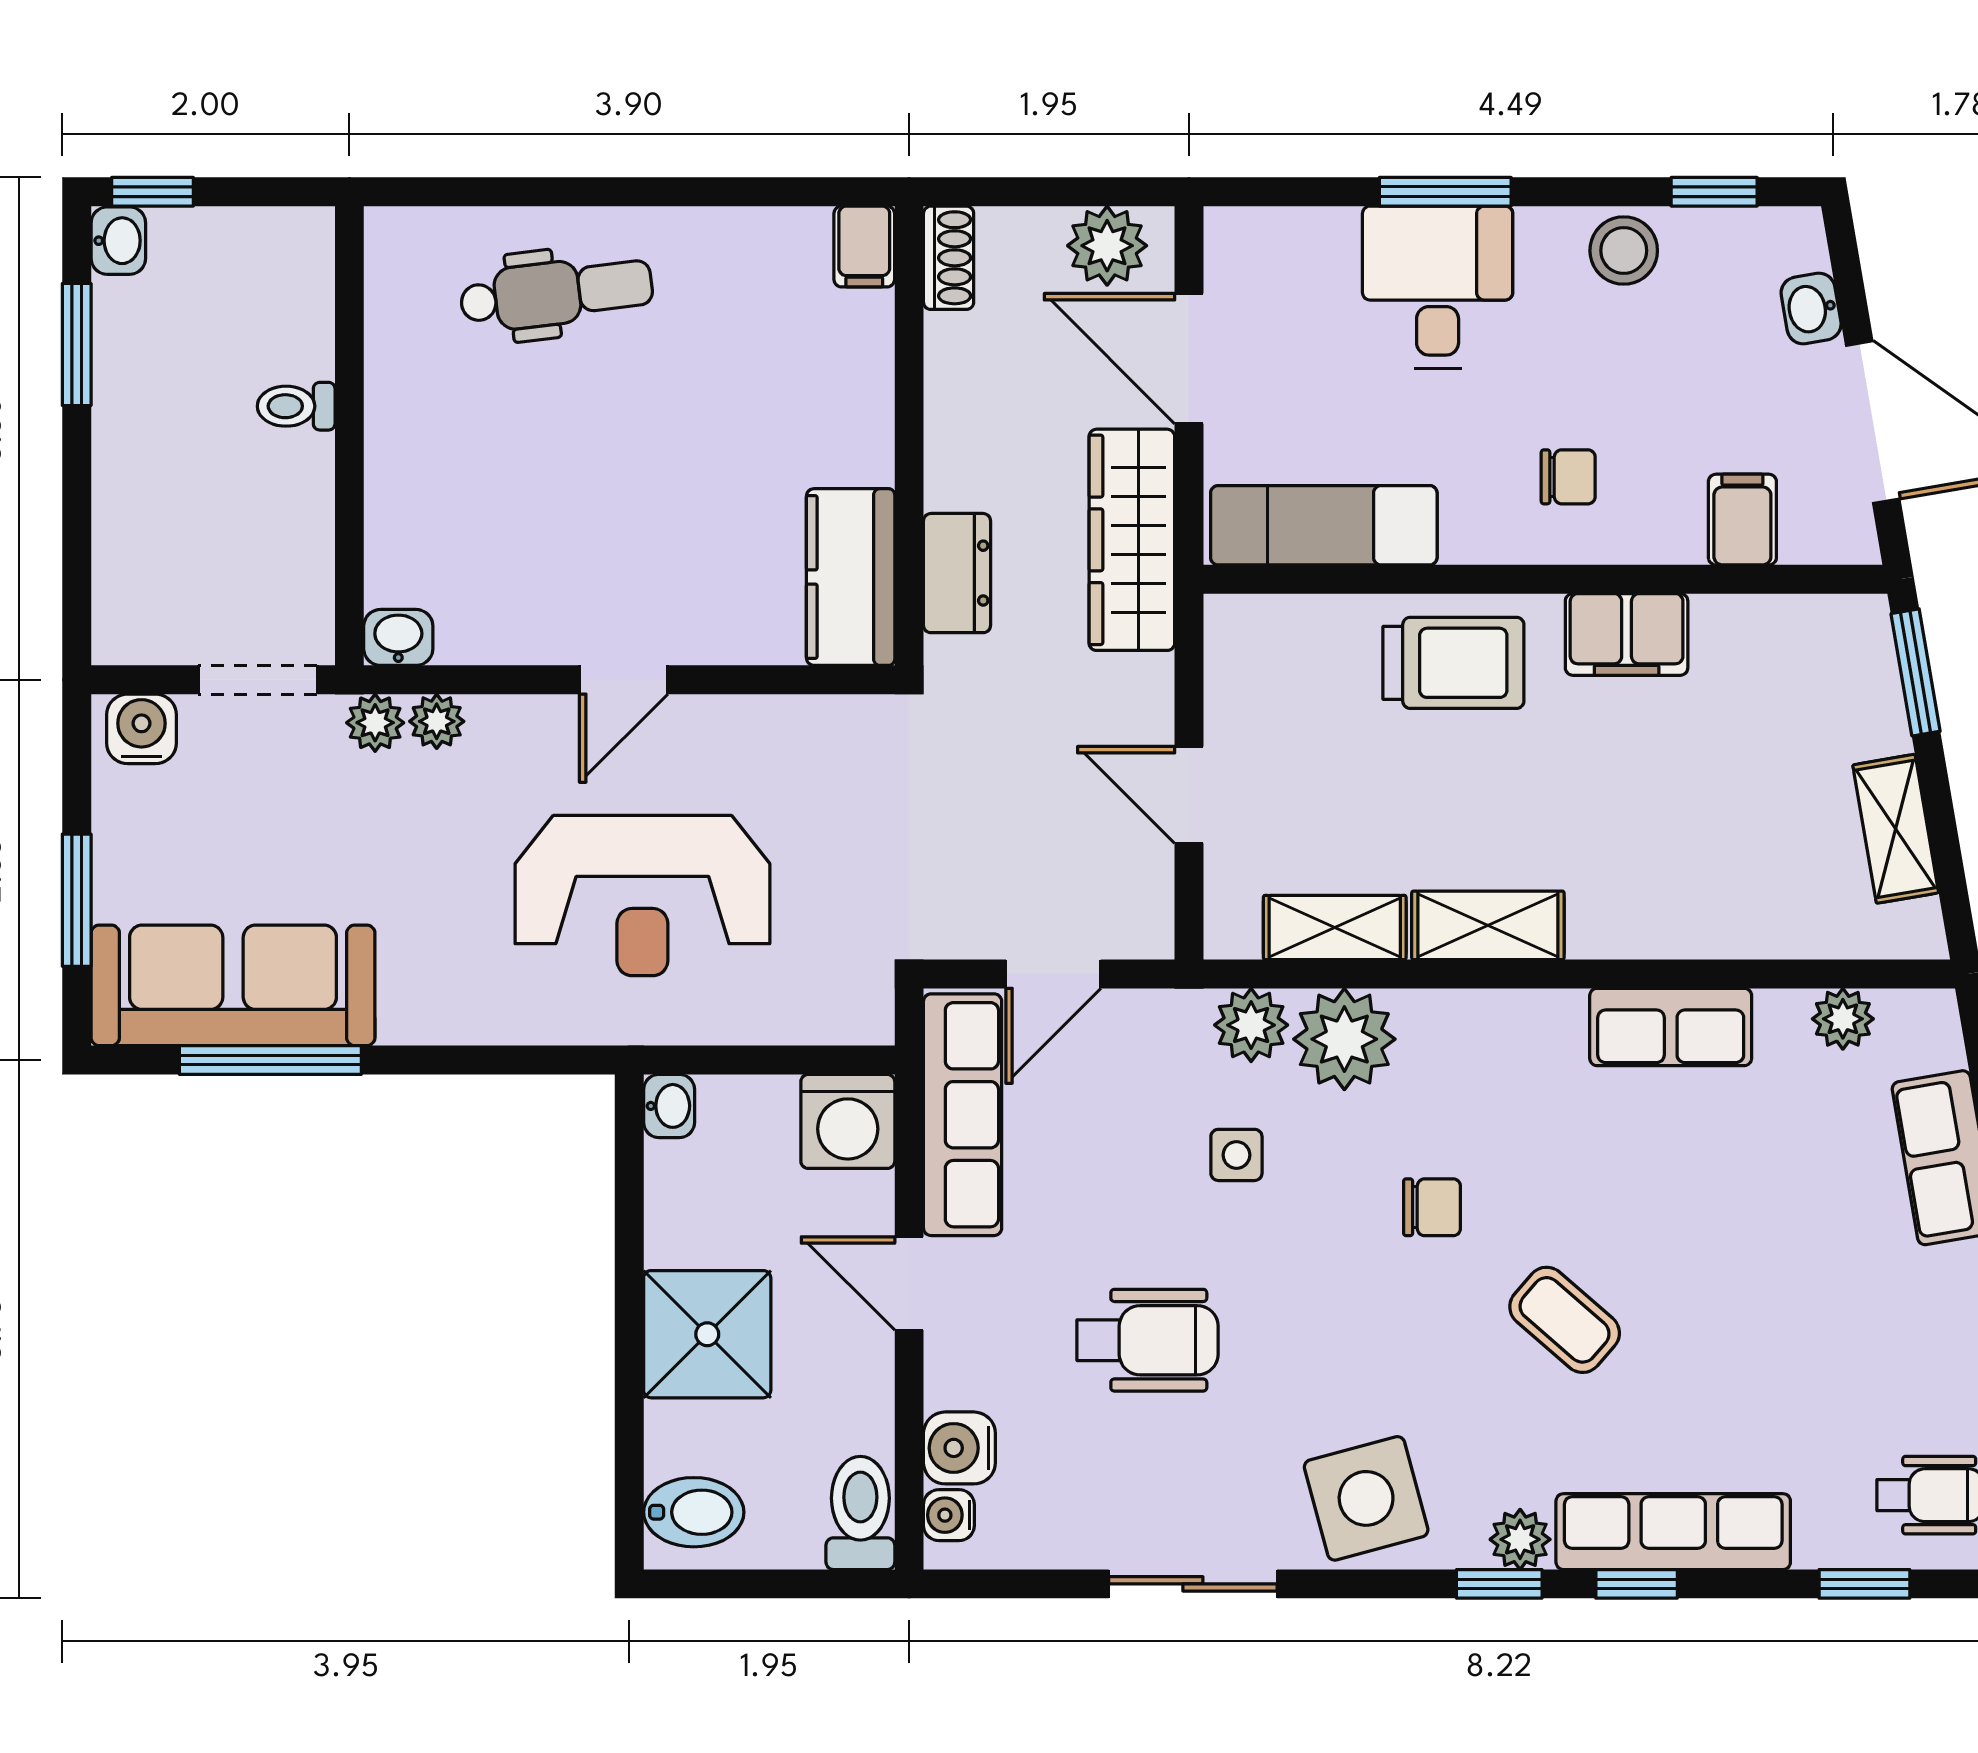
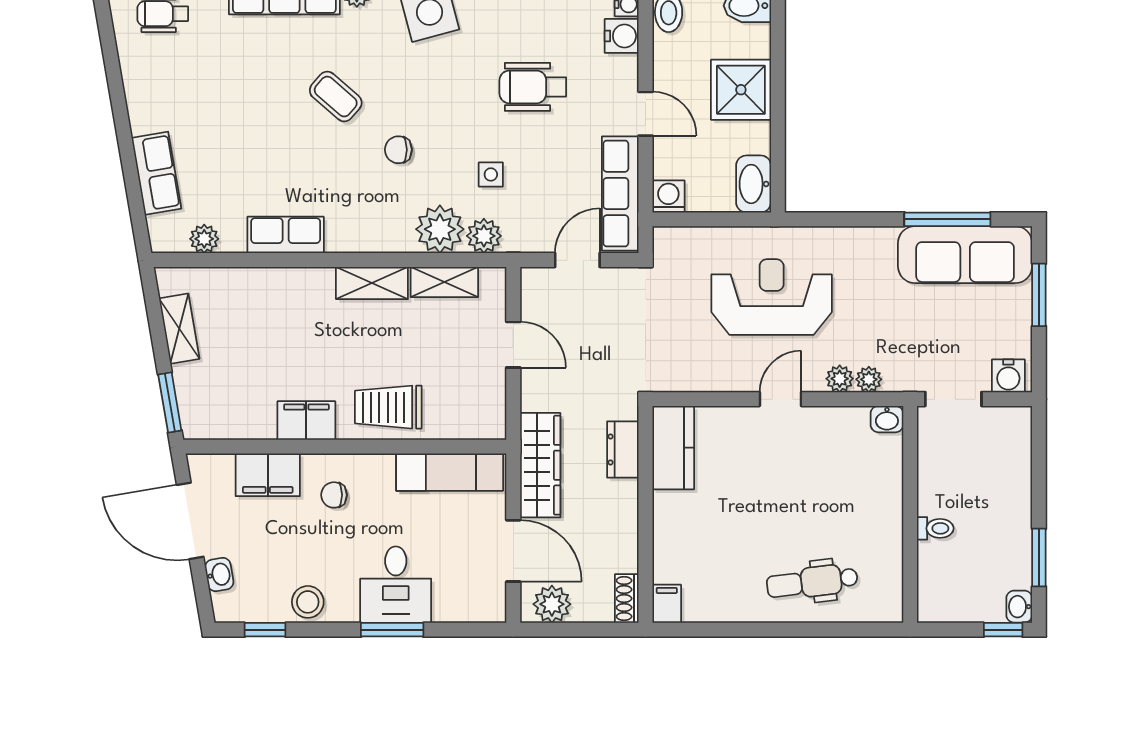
filing cabinet: (1742, 520) -> (268, 475), width x2.00
plant: (375, 723) -> (840, 379), moved
washbasin: (669, 1106) -> (754, 184), width x1.91, depth x1.45
washing machine: (848, 1121) -> (668, 196), width x0.73, depth x0.73

